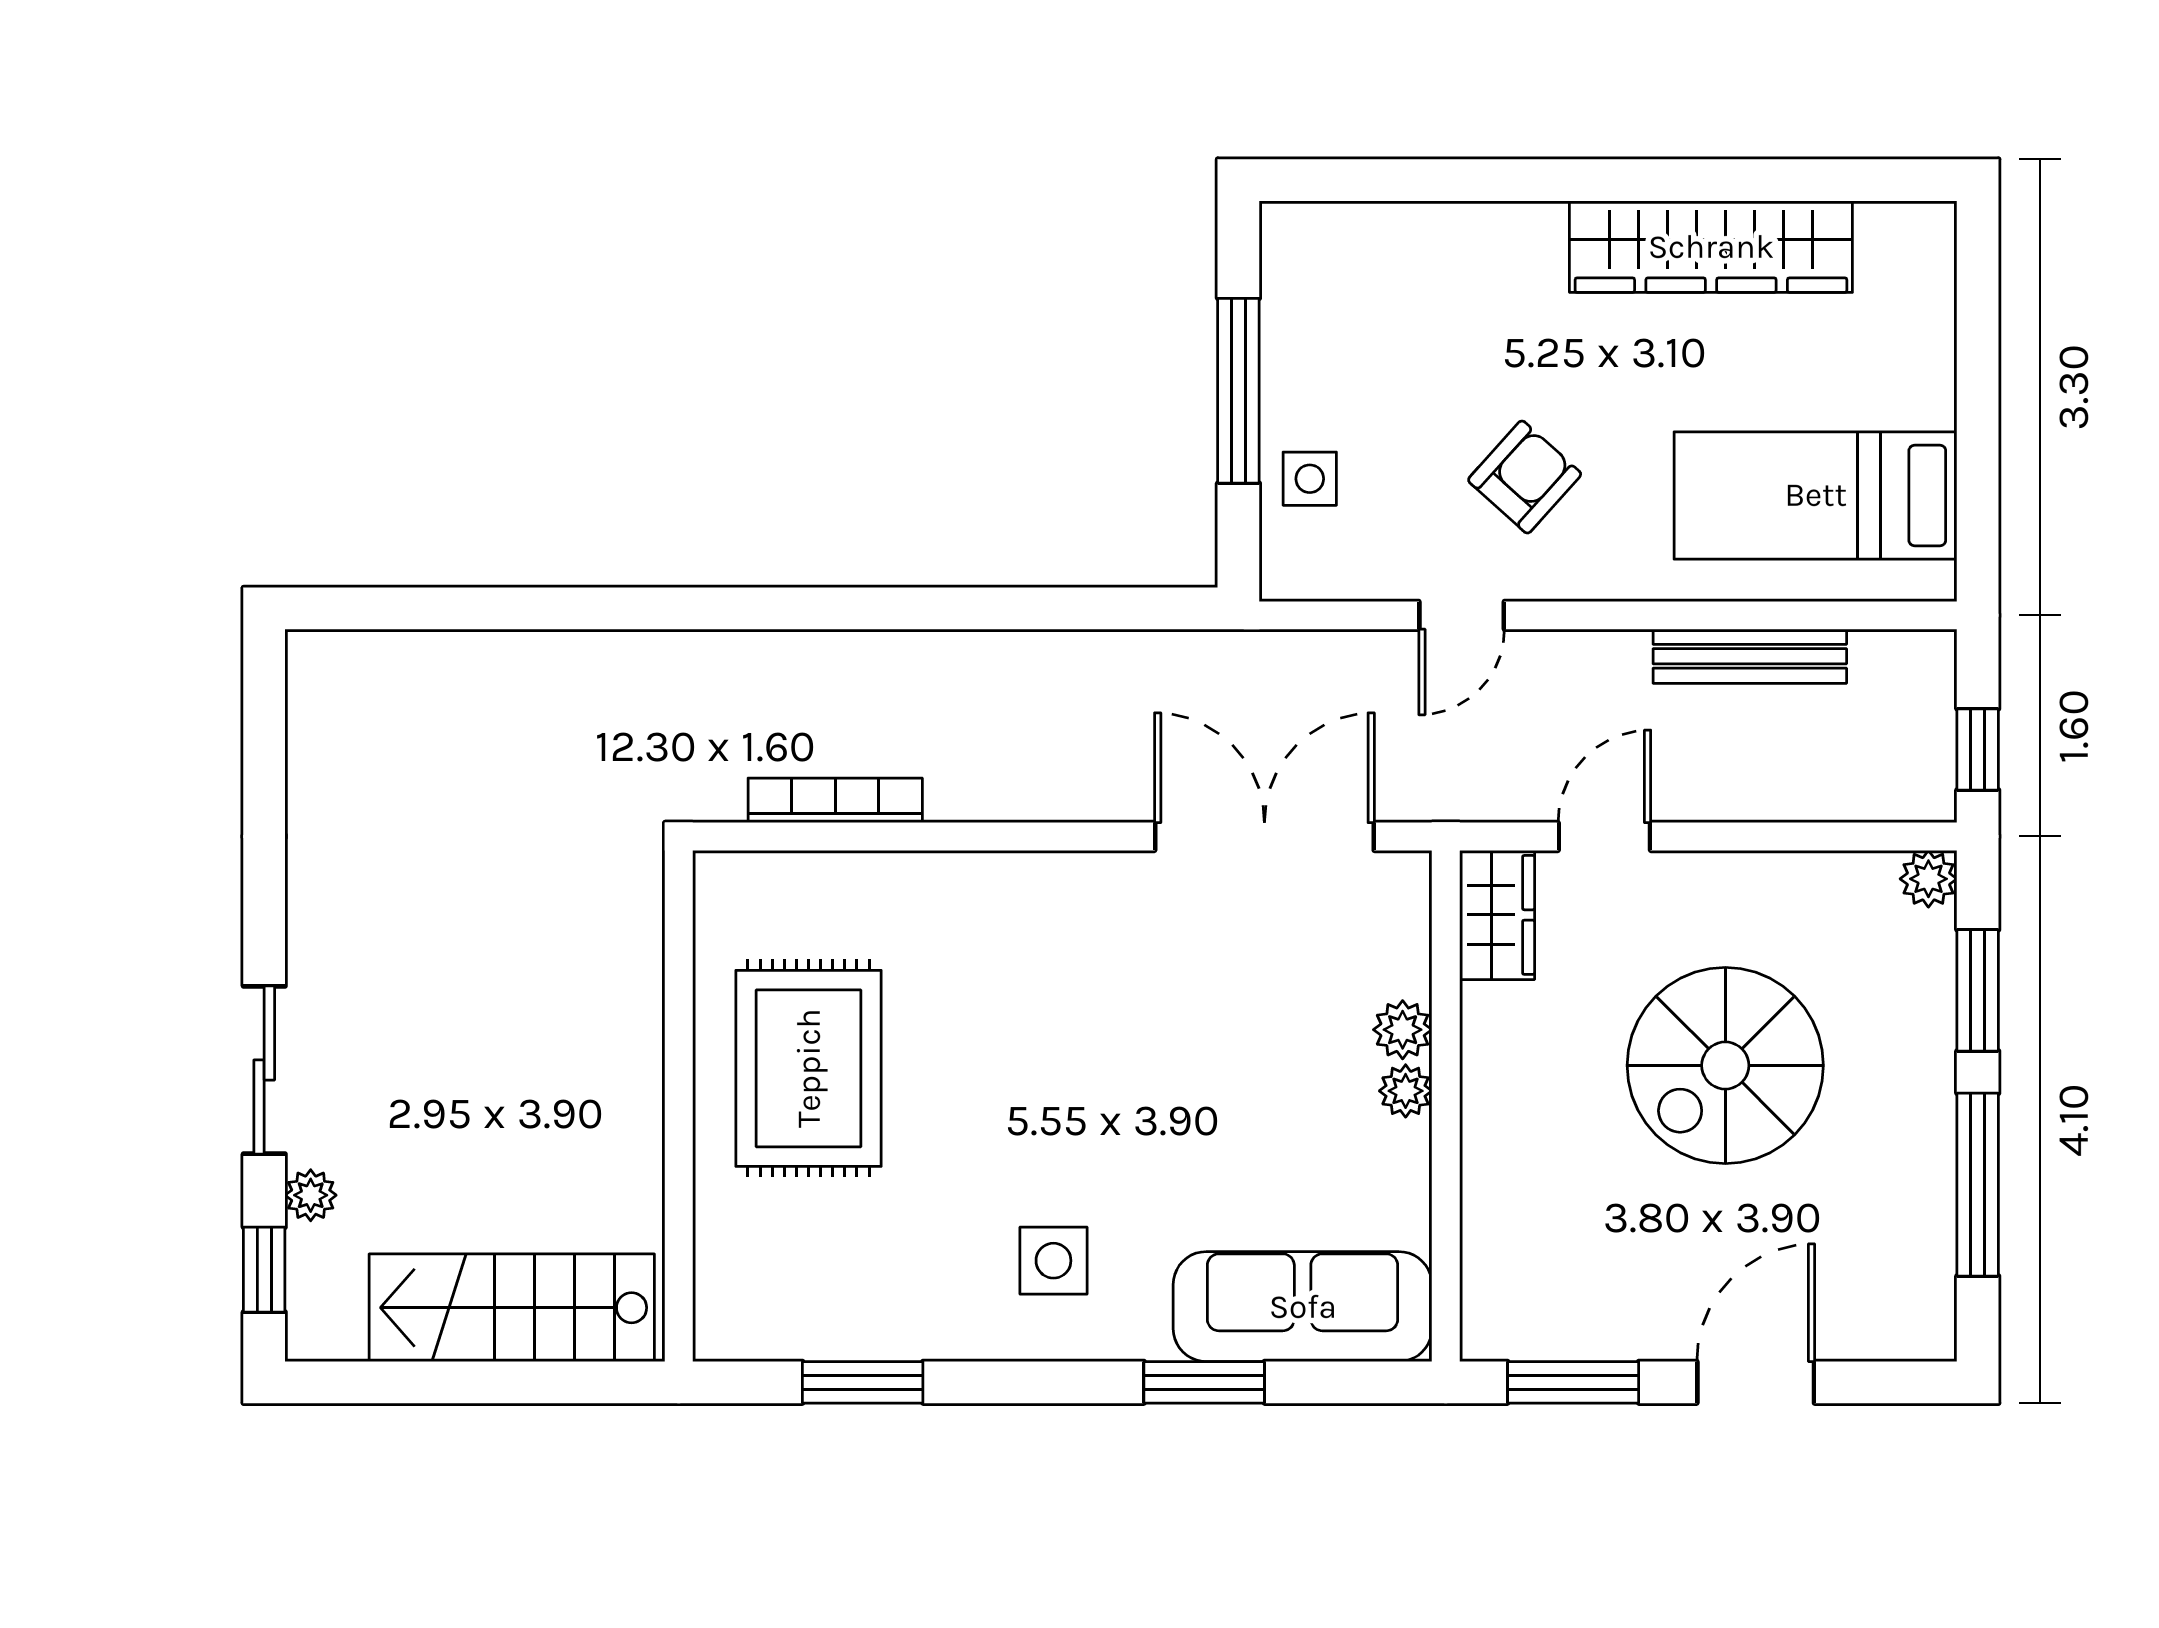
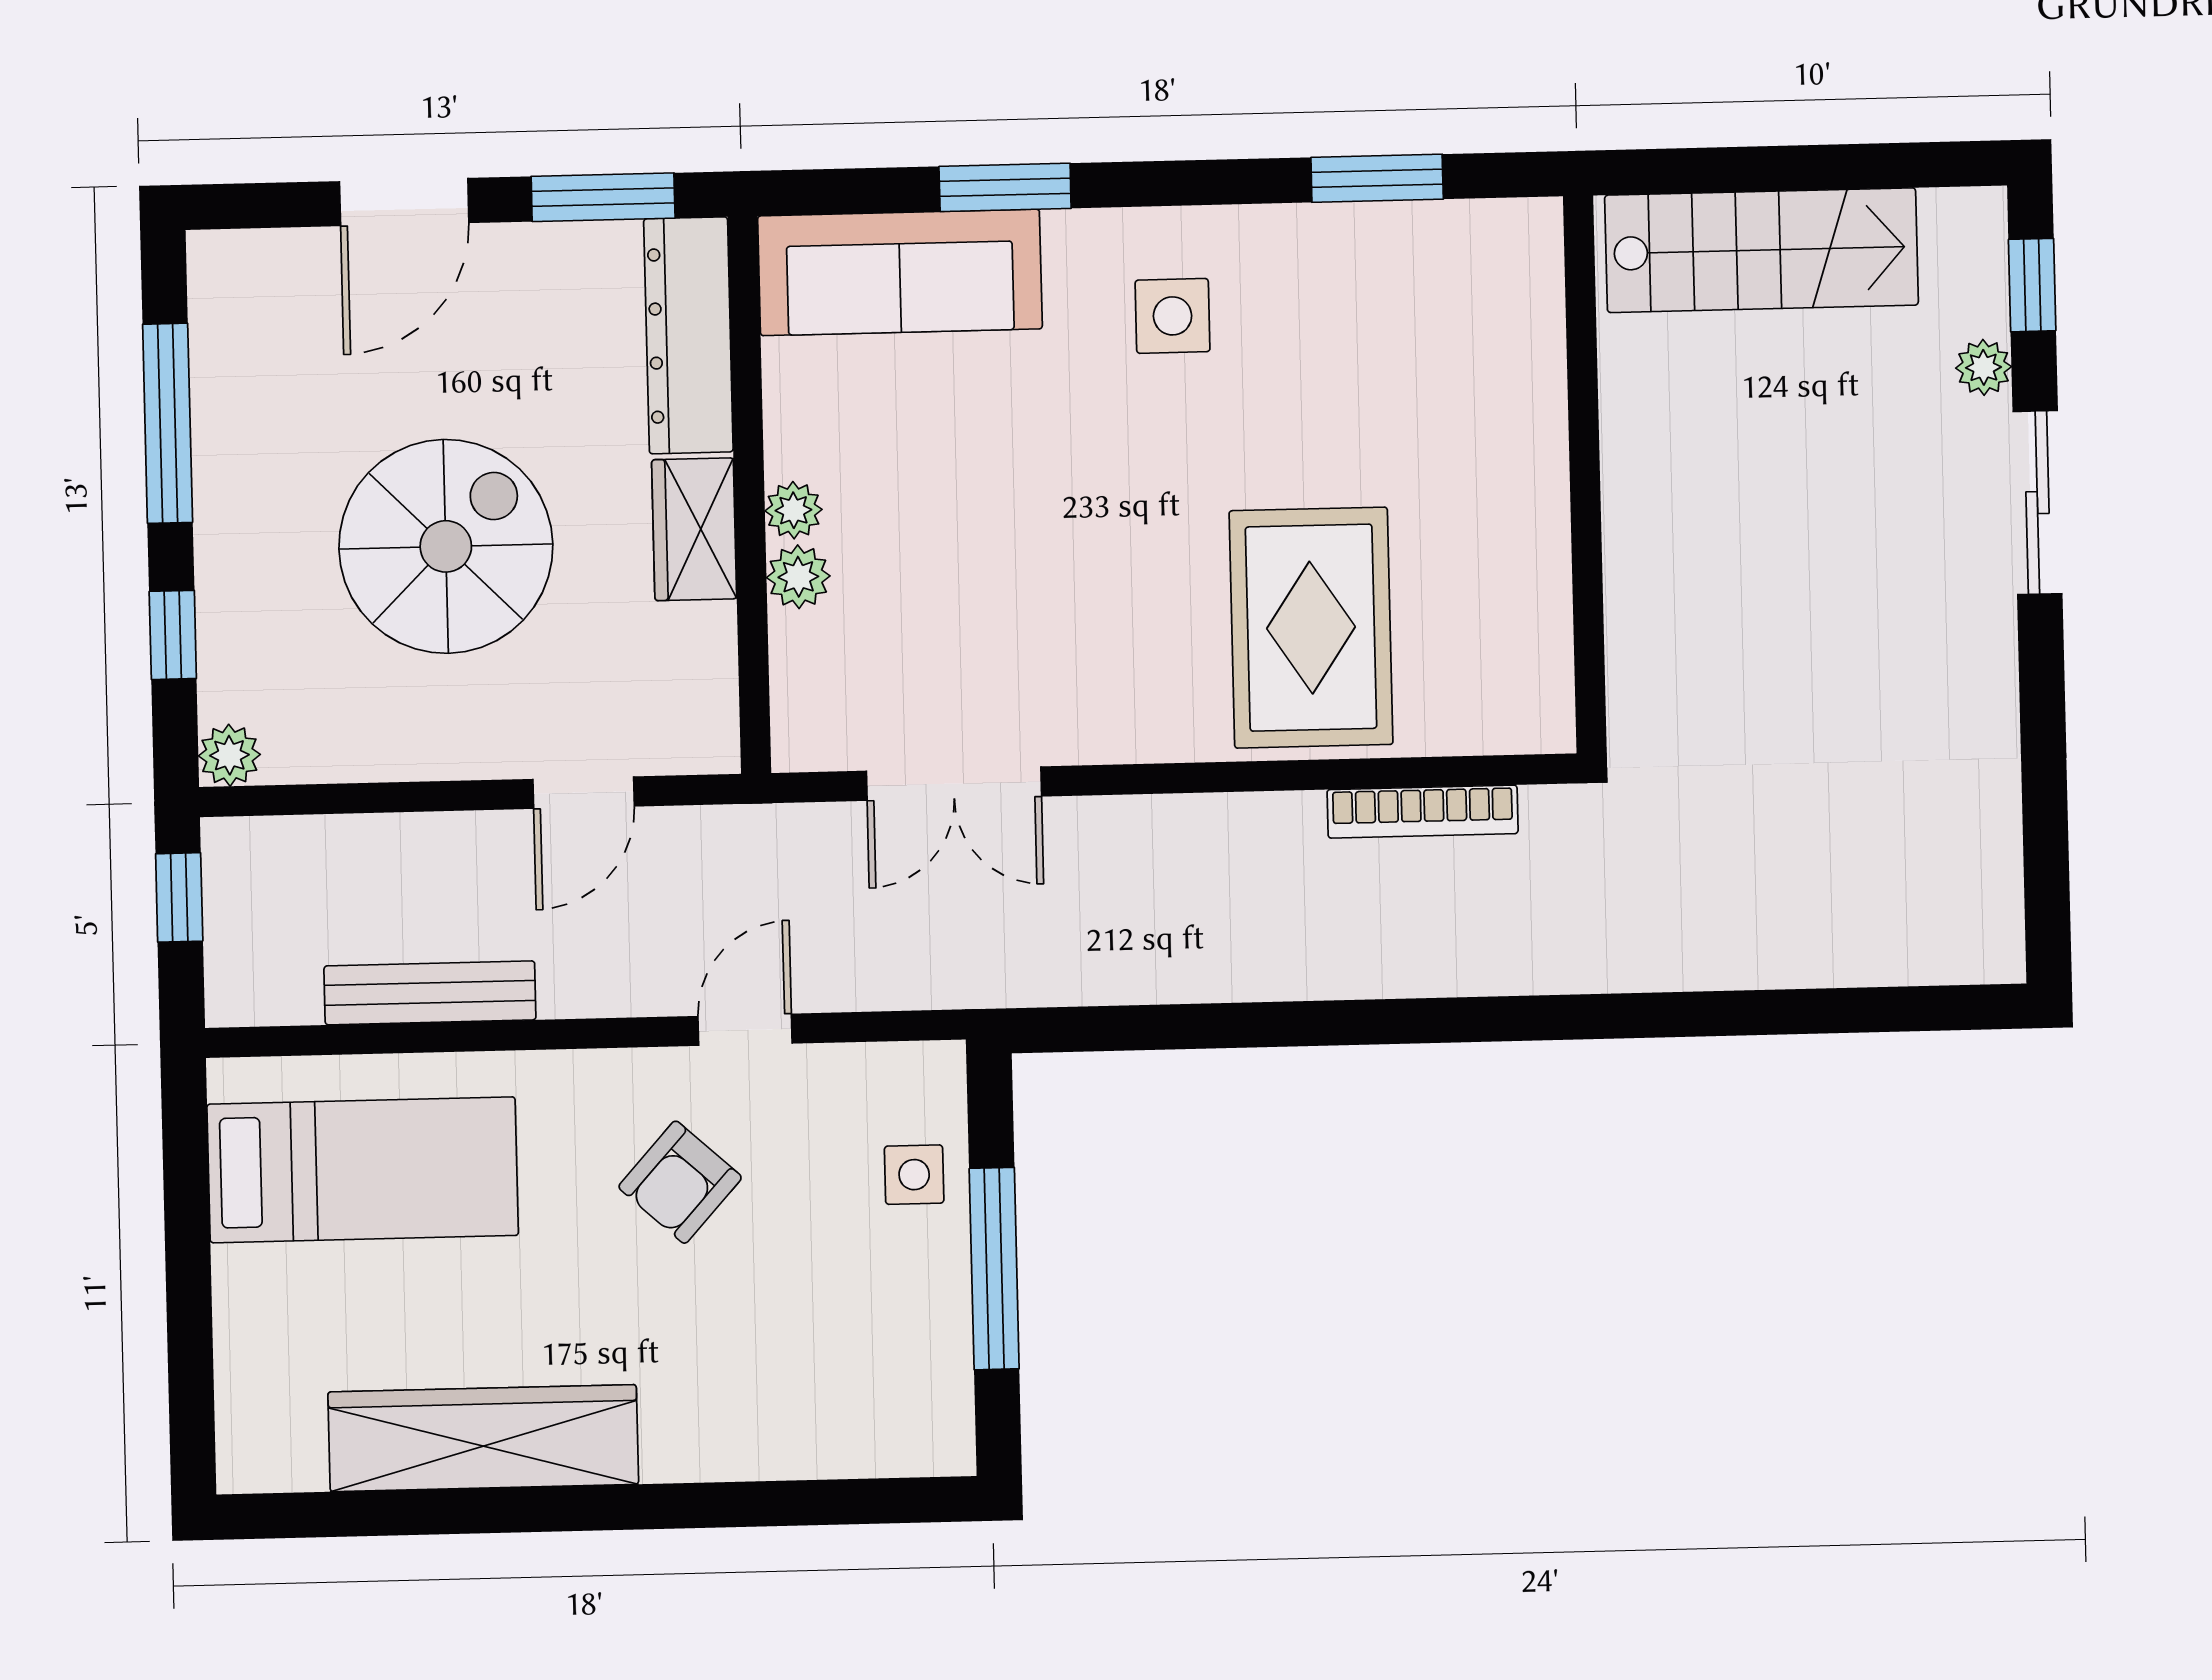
double door: (1264, 836) -> (954, 784), width x0.73
wardrobe: (1497, 915) -> (694, 529), moved
window: (1978, 990) -> (173, 635), width x0.67
rug: (809, 1068) -> (1311, 628), moved
dresser: (1498, 1254) -> (688, 335), added

